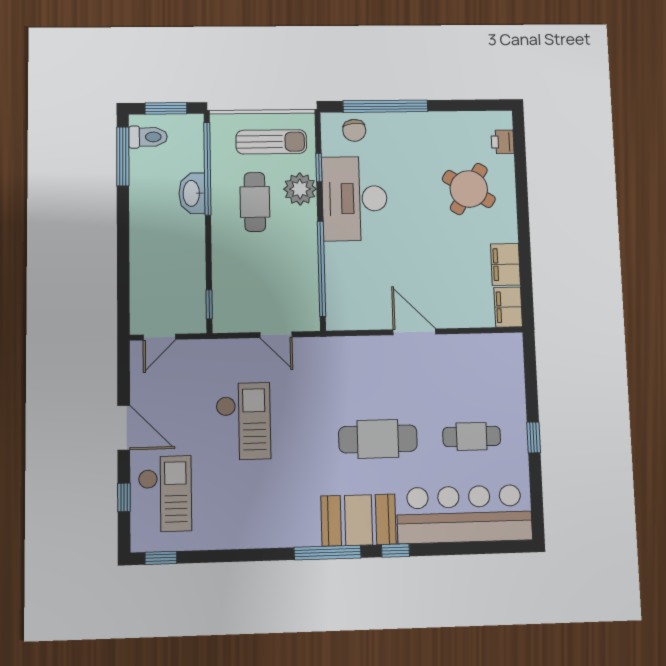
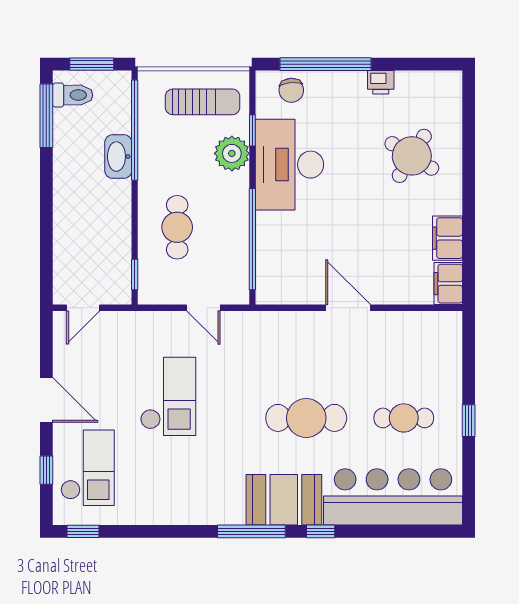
printer: (503, 142) -> (381, 82), moved, turned -90
cafe table: (255, 202) -> (177, 227), moved

